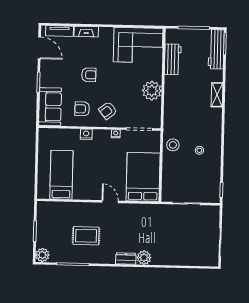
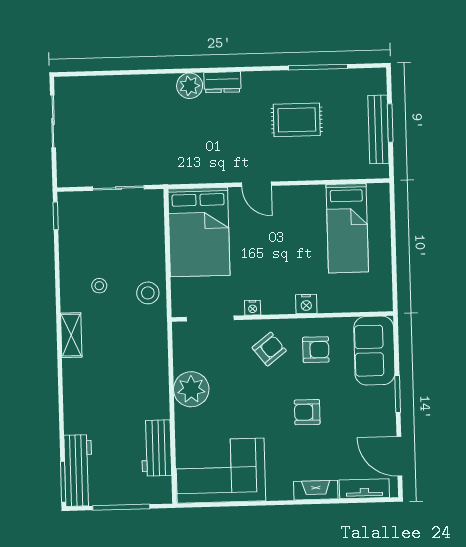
shelving: (217, 95) -> (71, 335), moved
bench: (41, 228) -> (378, 129), added
plant: (42, 255) -> (374, 81), removed

